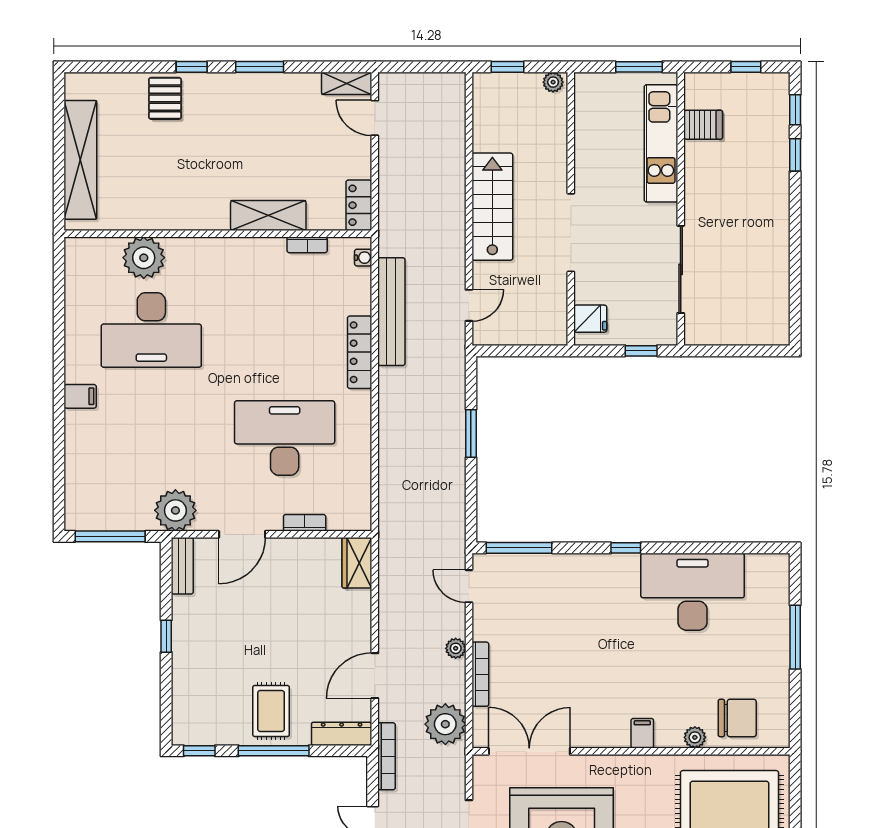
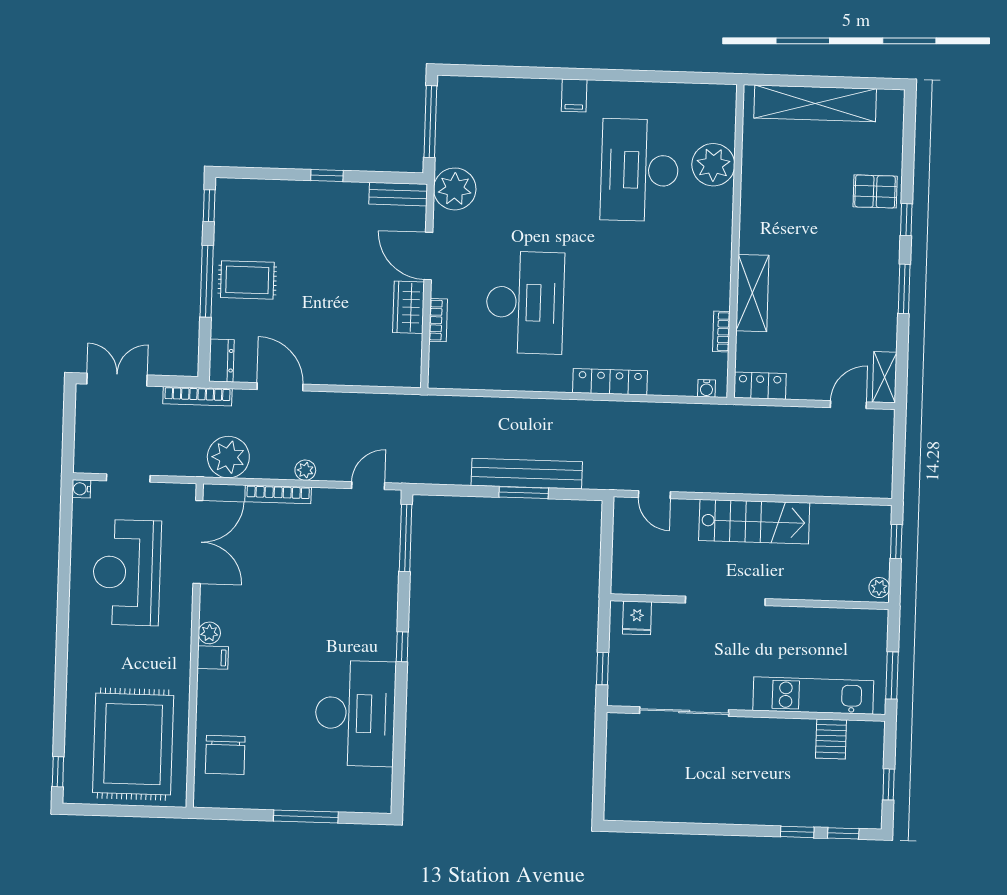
bench: (391, 312) -> (527, 474), moved
wardrobe: (357, 563) -> (409, 307), moved, turned -90
dresser: (342, 734) -> (222, 360), width x0.70
plant: (695, 737) -> (209, 633), moved

